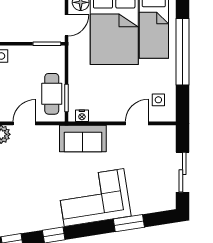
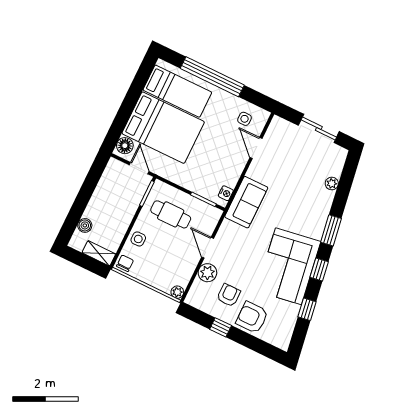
cafe table: (52, 94) -> (171, 214), moved
corner sofa: (94, 198) -> (289, 266), moved
plant: (138, 208) -> (332, 184), added
window: (129, 223) -> (331, 230), moved

